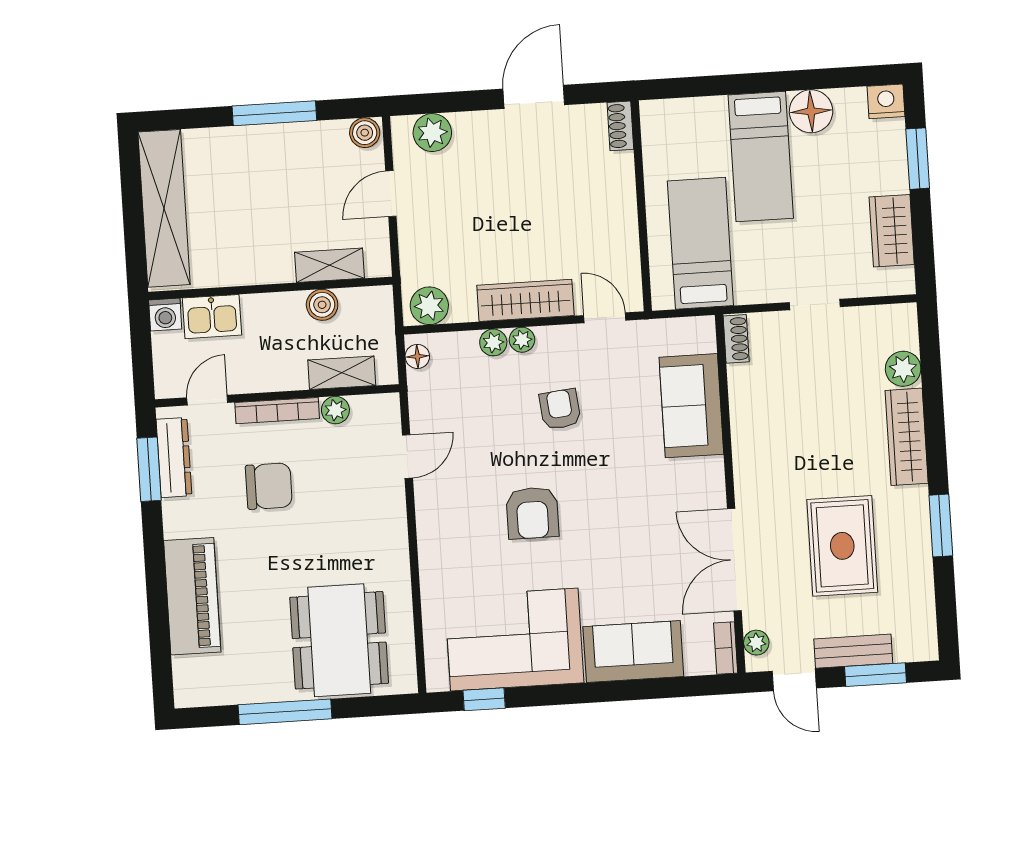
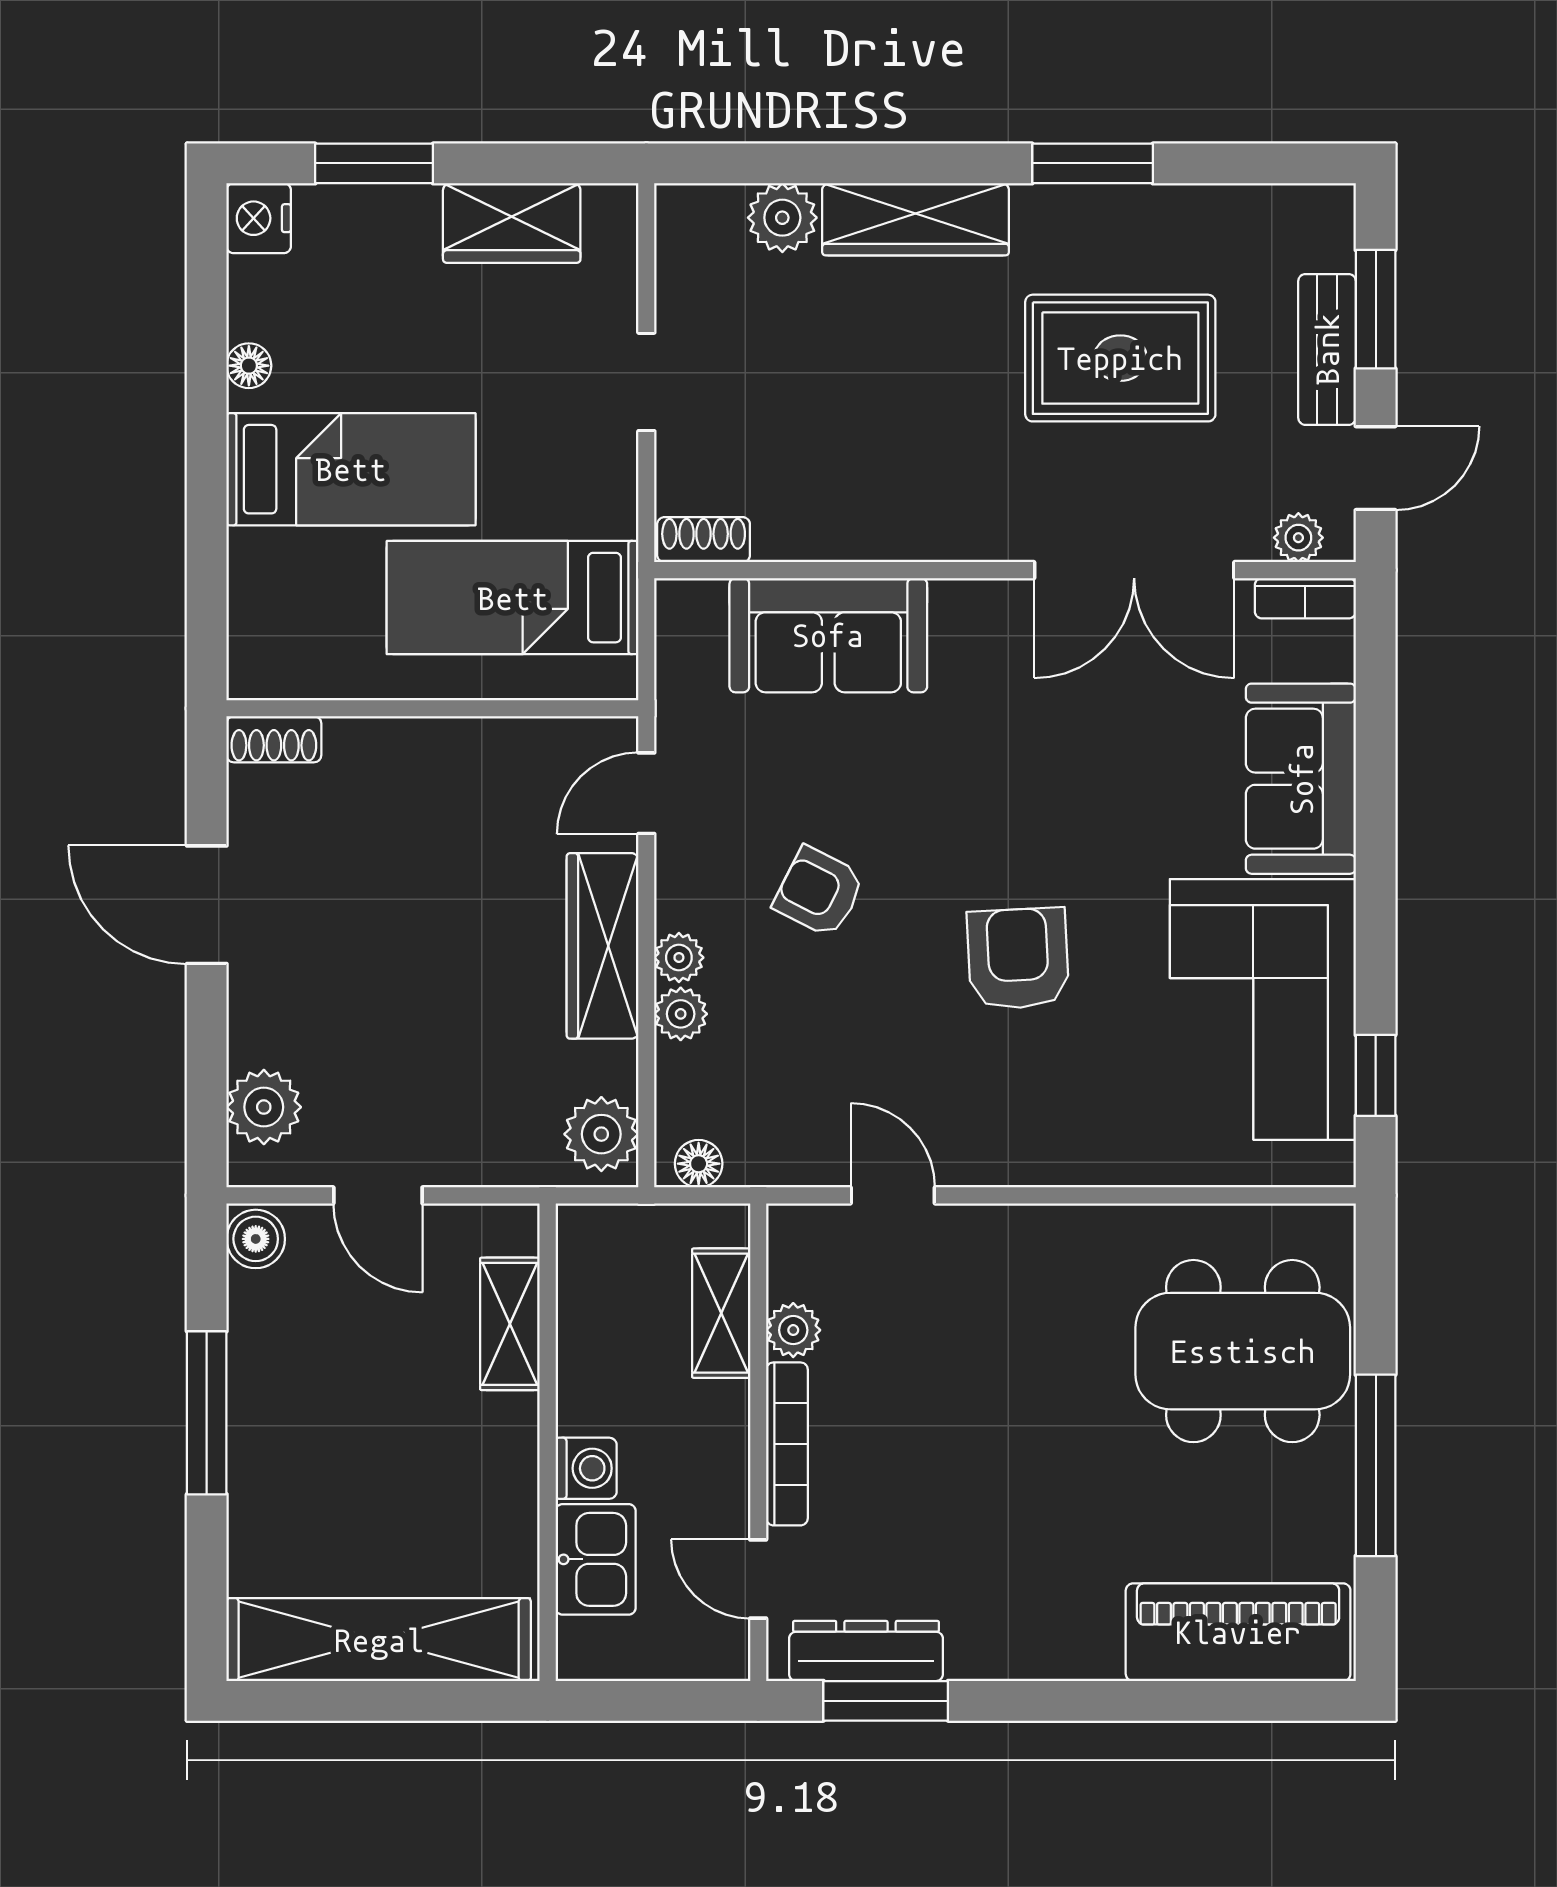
floor lamp: (811, 111) -> (249, 366), width x0.53, depth x0.53
boiler: (322, 305) -> (586, 1343), removed
washing machine: (165, 315) -> (586, 1468), moved
armchair: (560, 409) -> (819, 892), turned 33
chair: (269, 486) -> (933, 1469), removed
armchair: (532, 513) -> (1018, 959), turned -93
piano: (192, 596) -> (1238, 1632), moved

